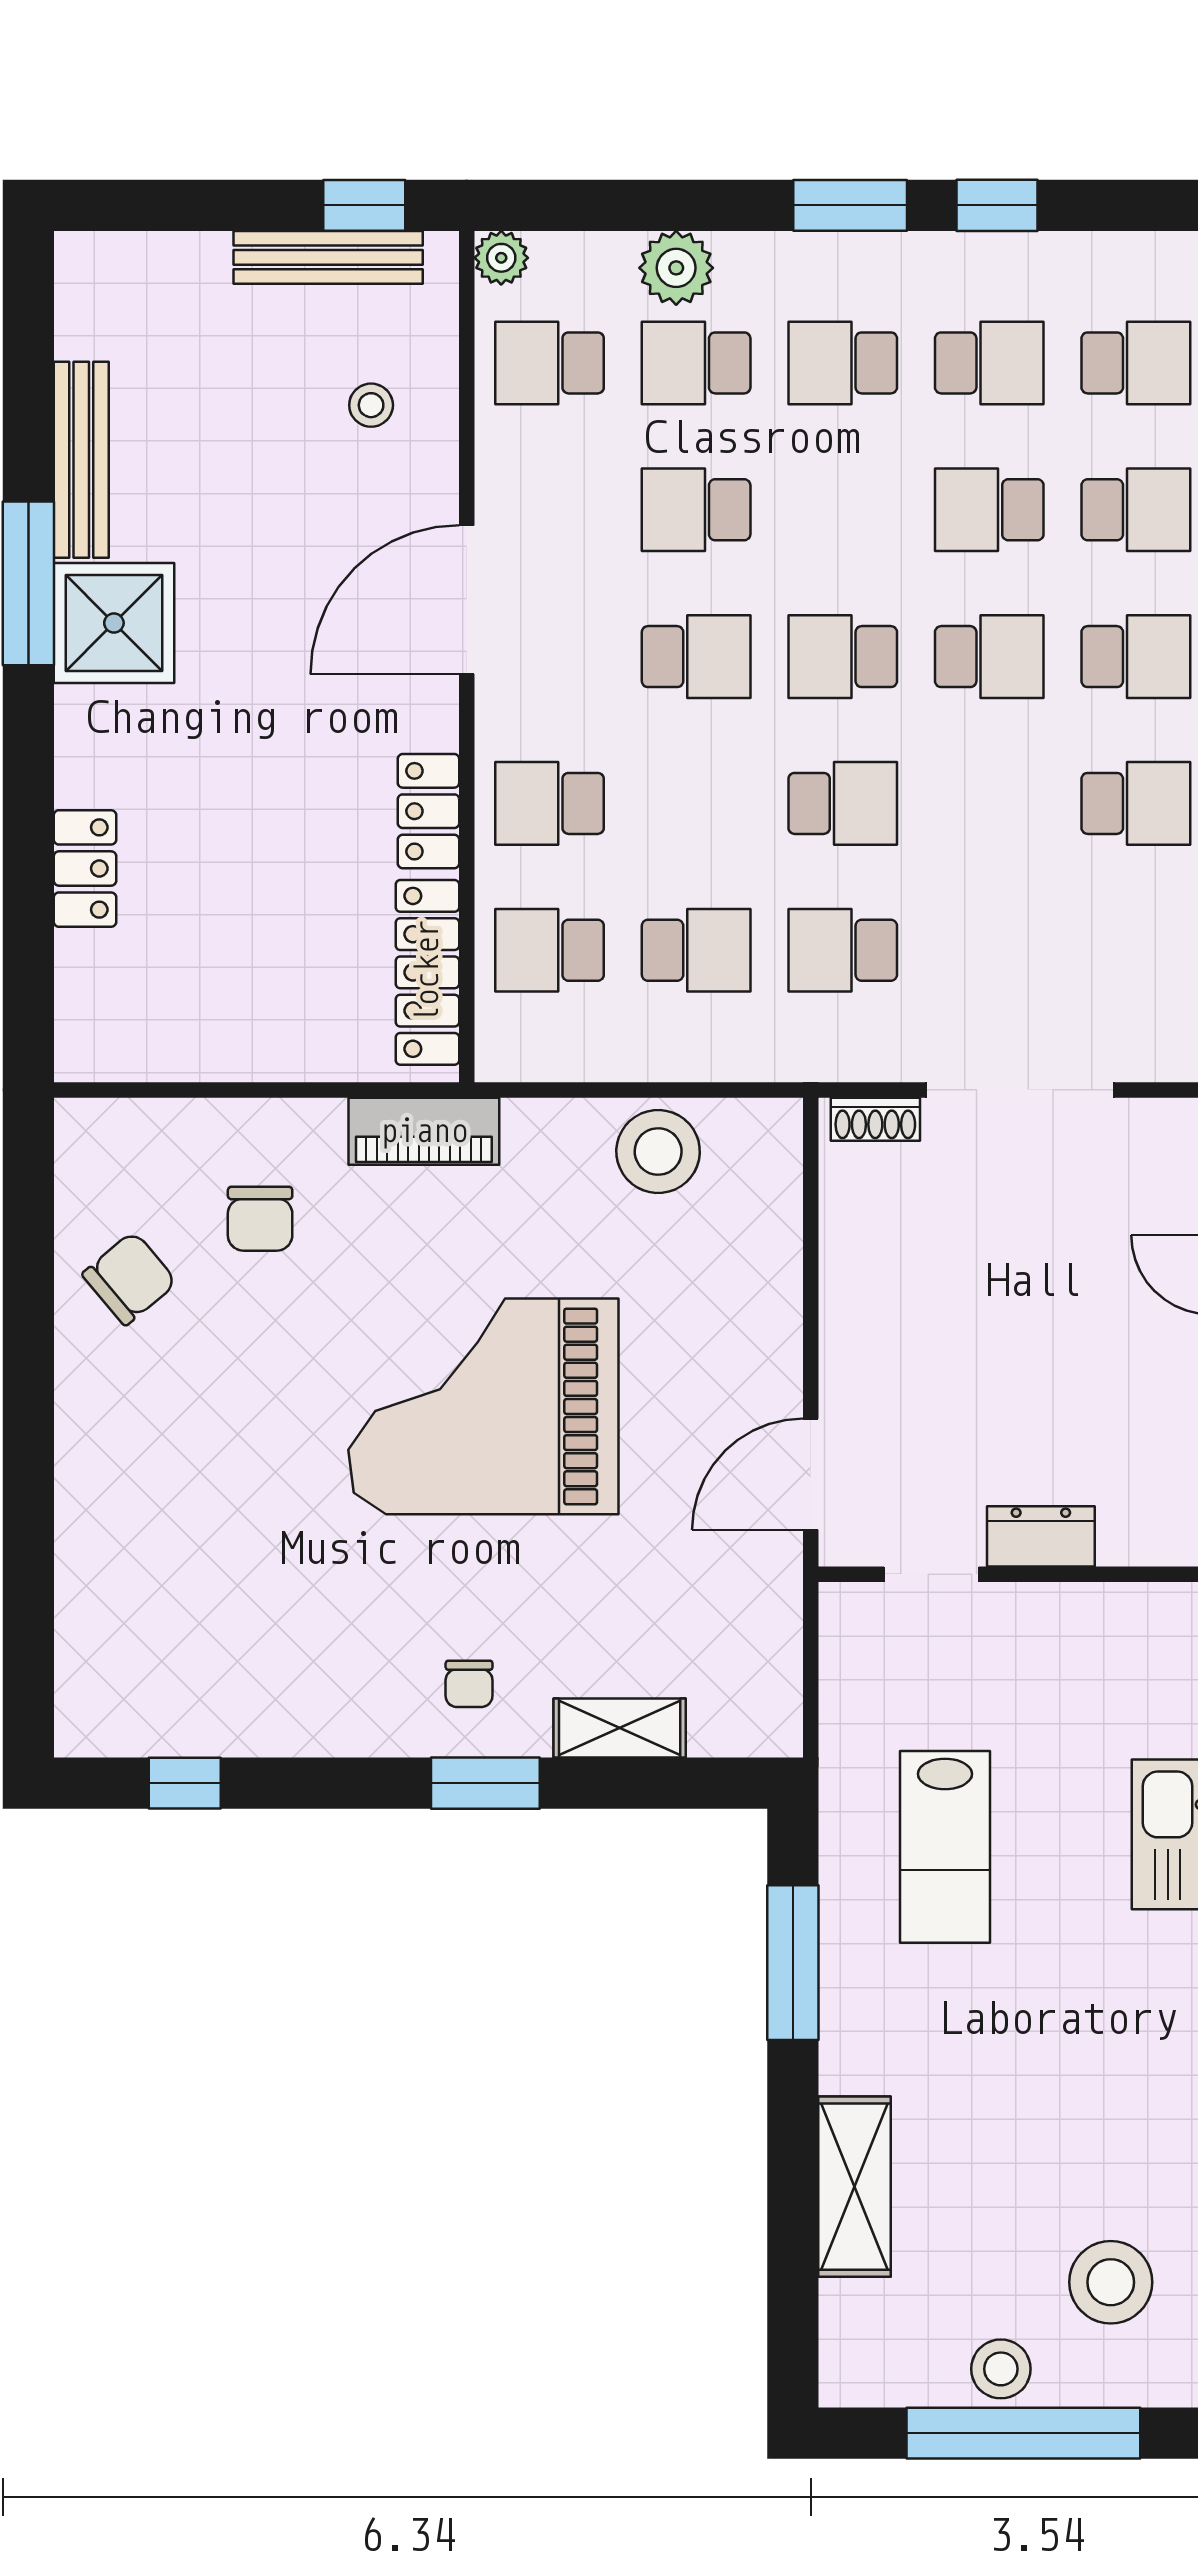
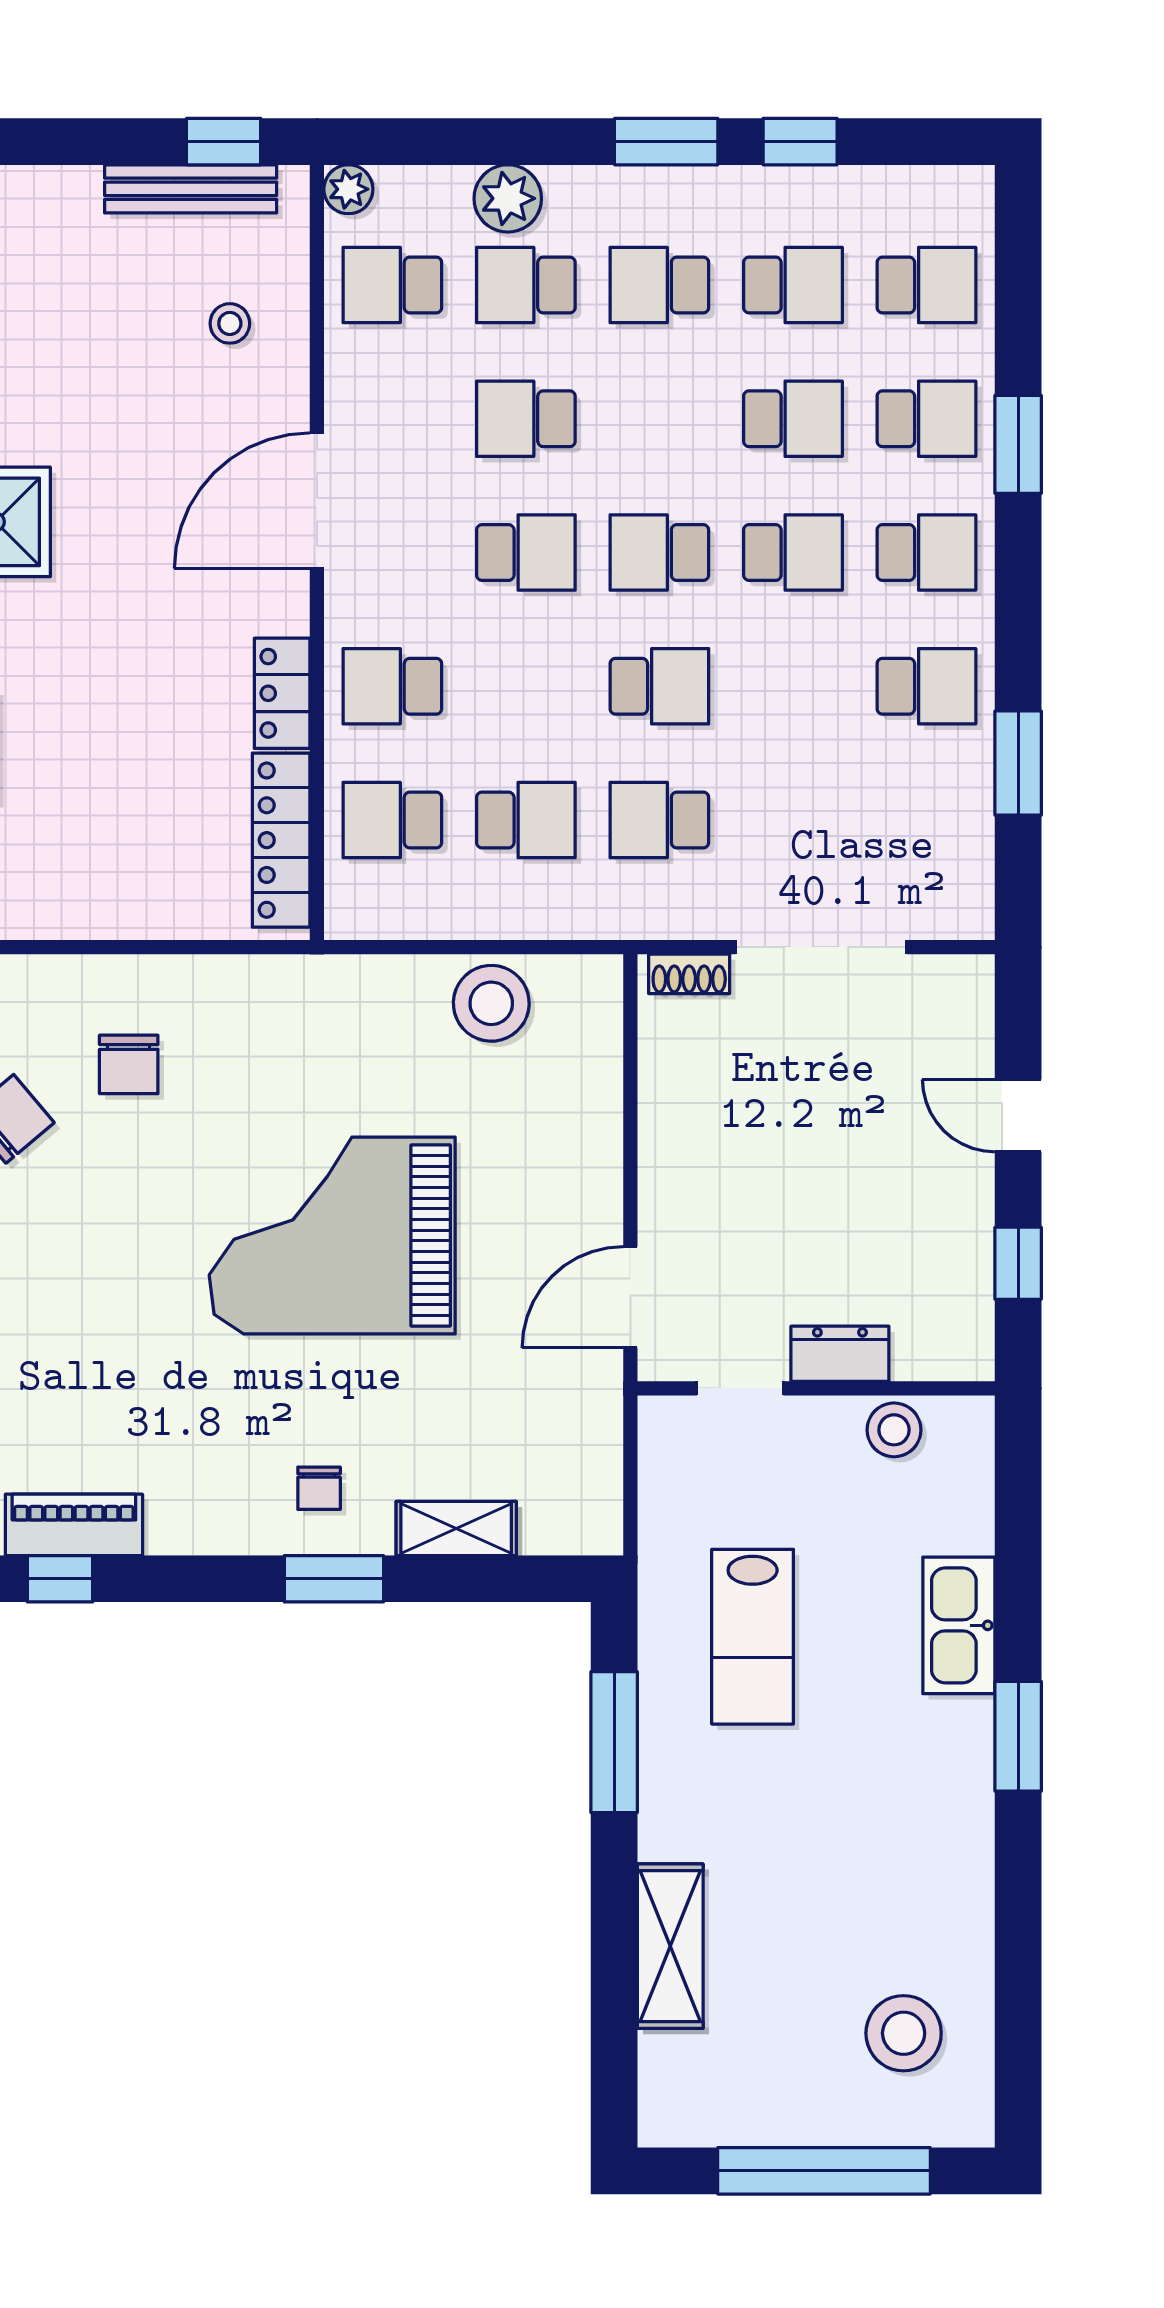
school desk: (989, 510) -> (793, 419), turned 180
piano: (424, 1131) -> (74, 1525), moved, turned 180
stool: (1001, 2369) -> (894, 1430), moved

